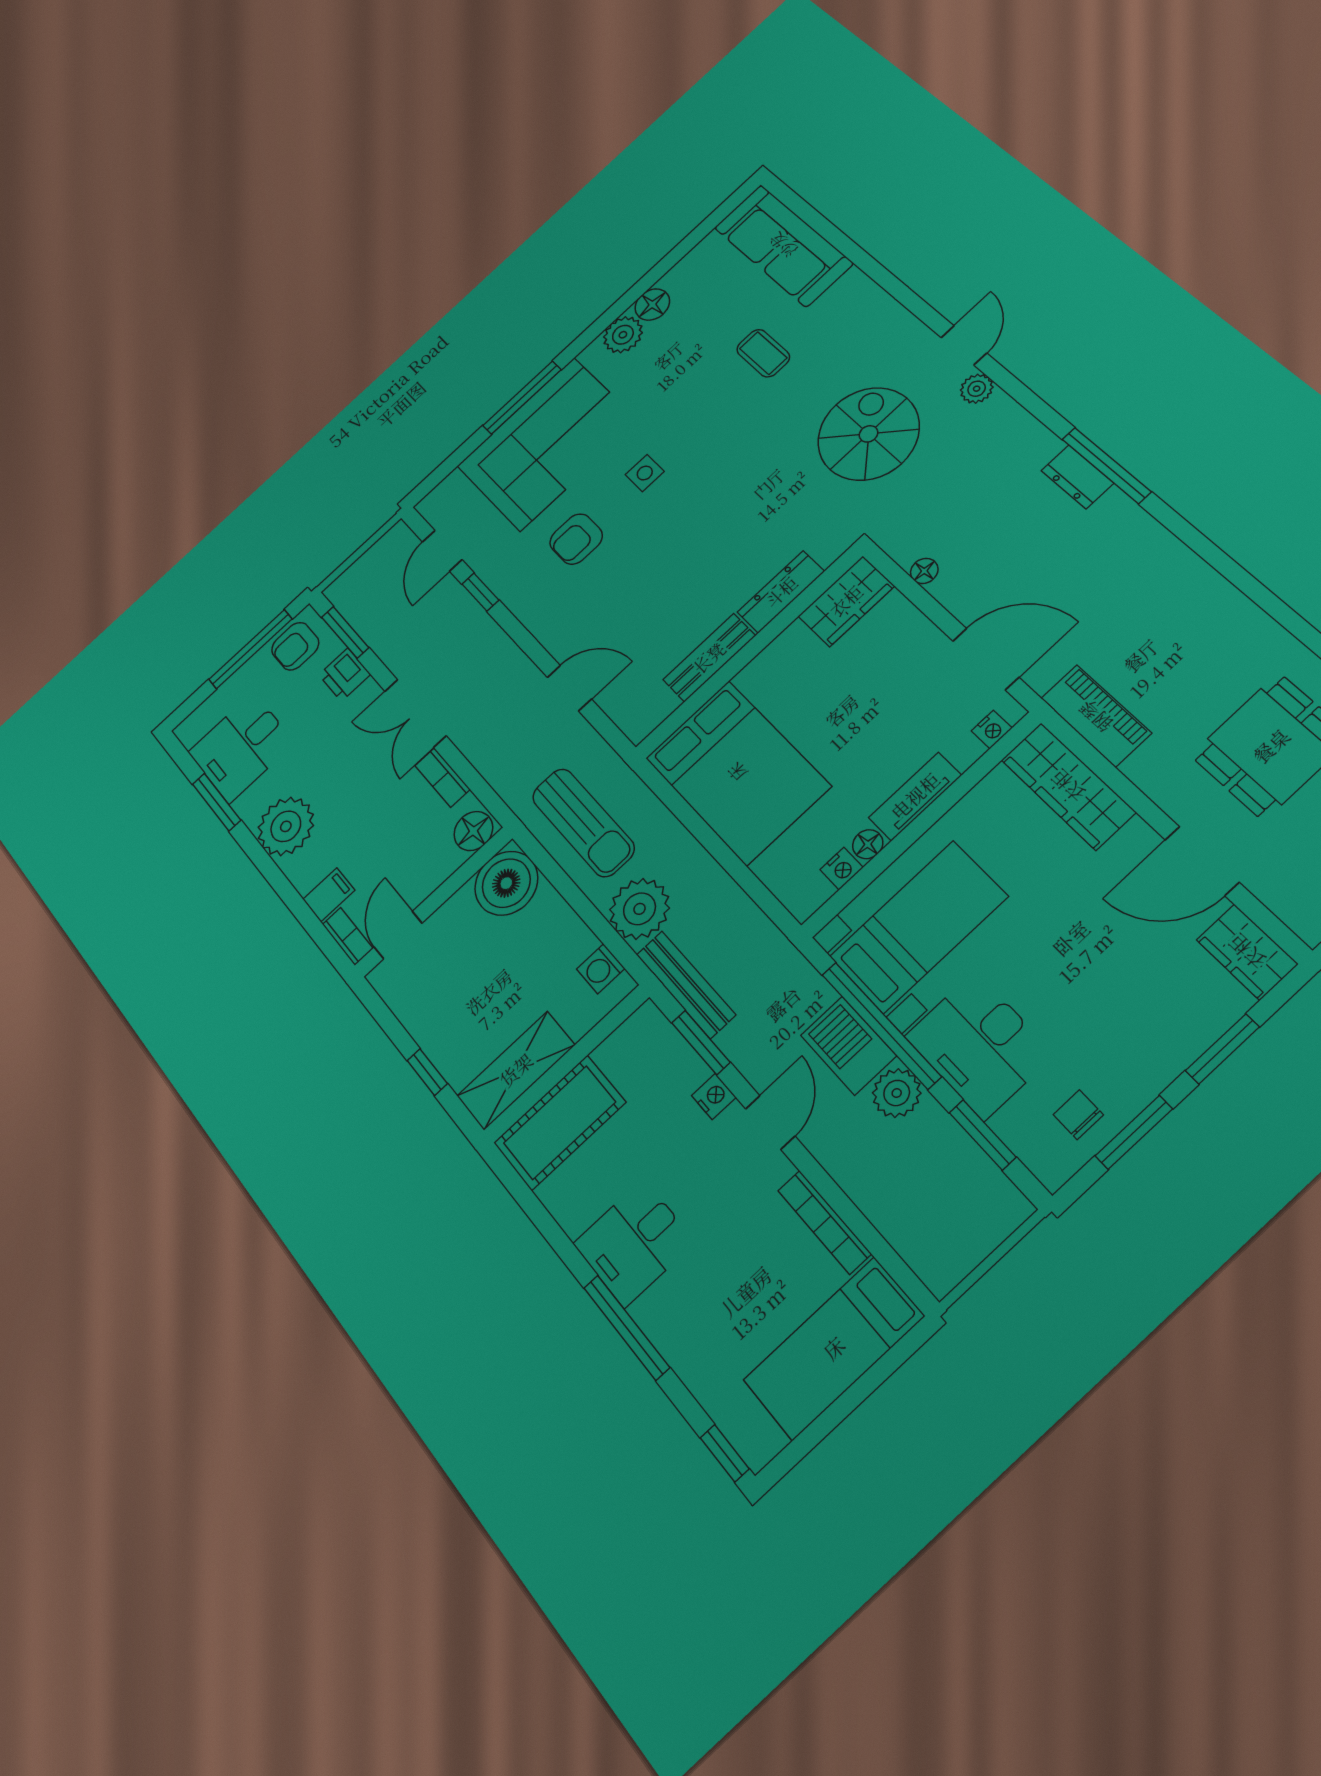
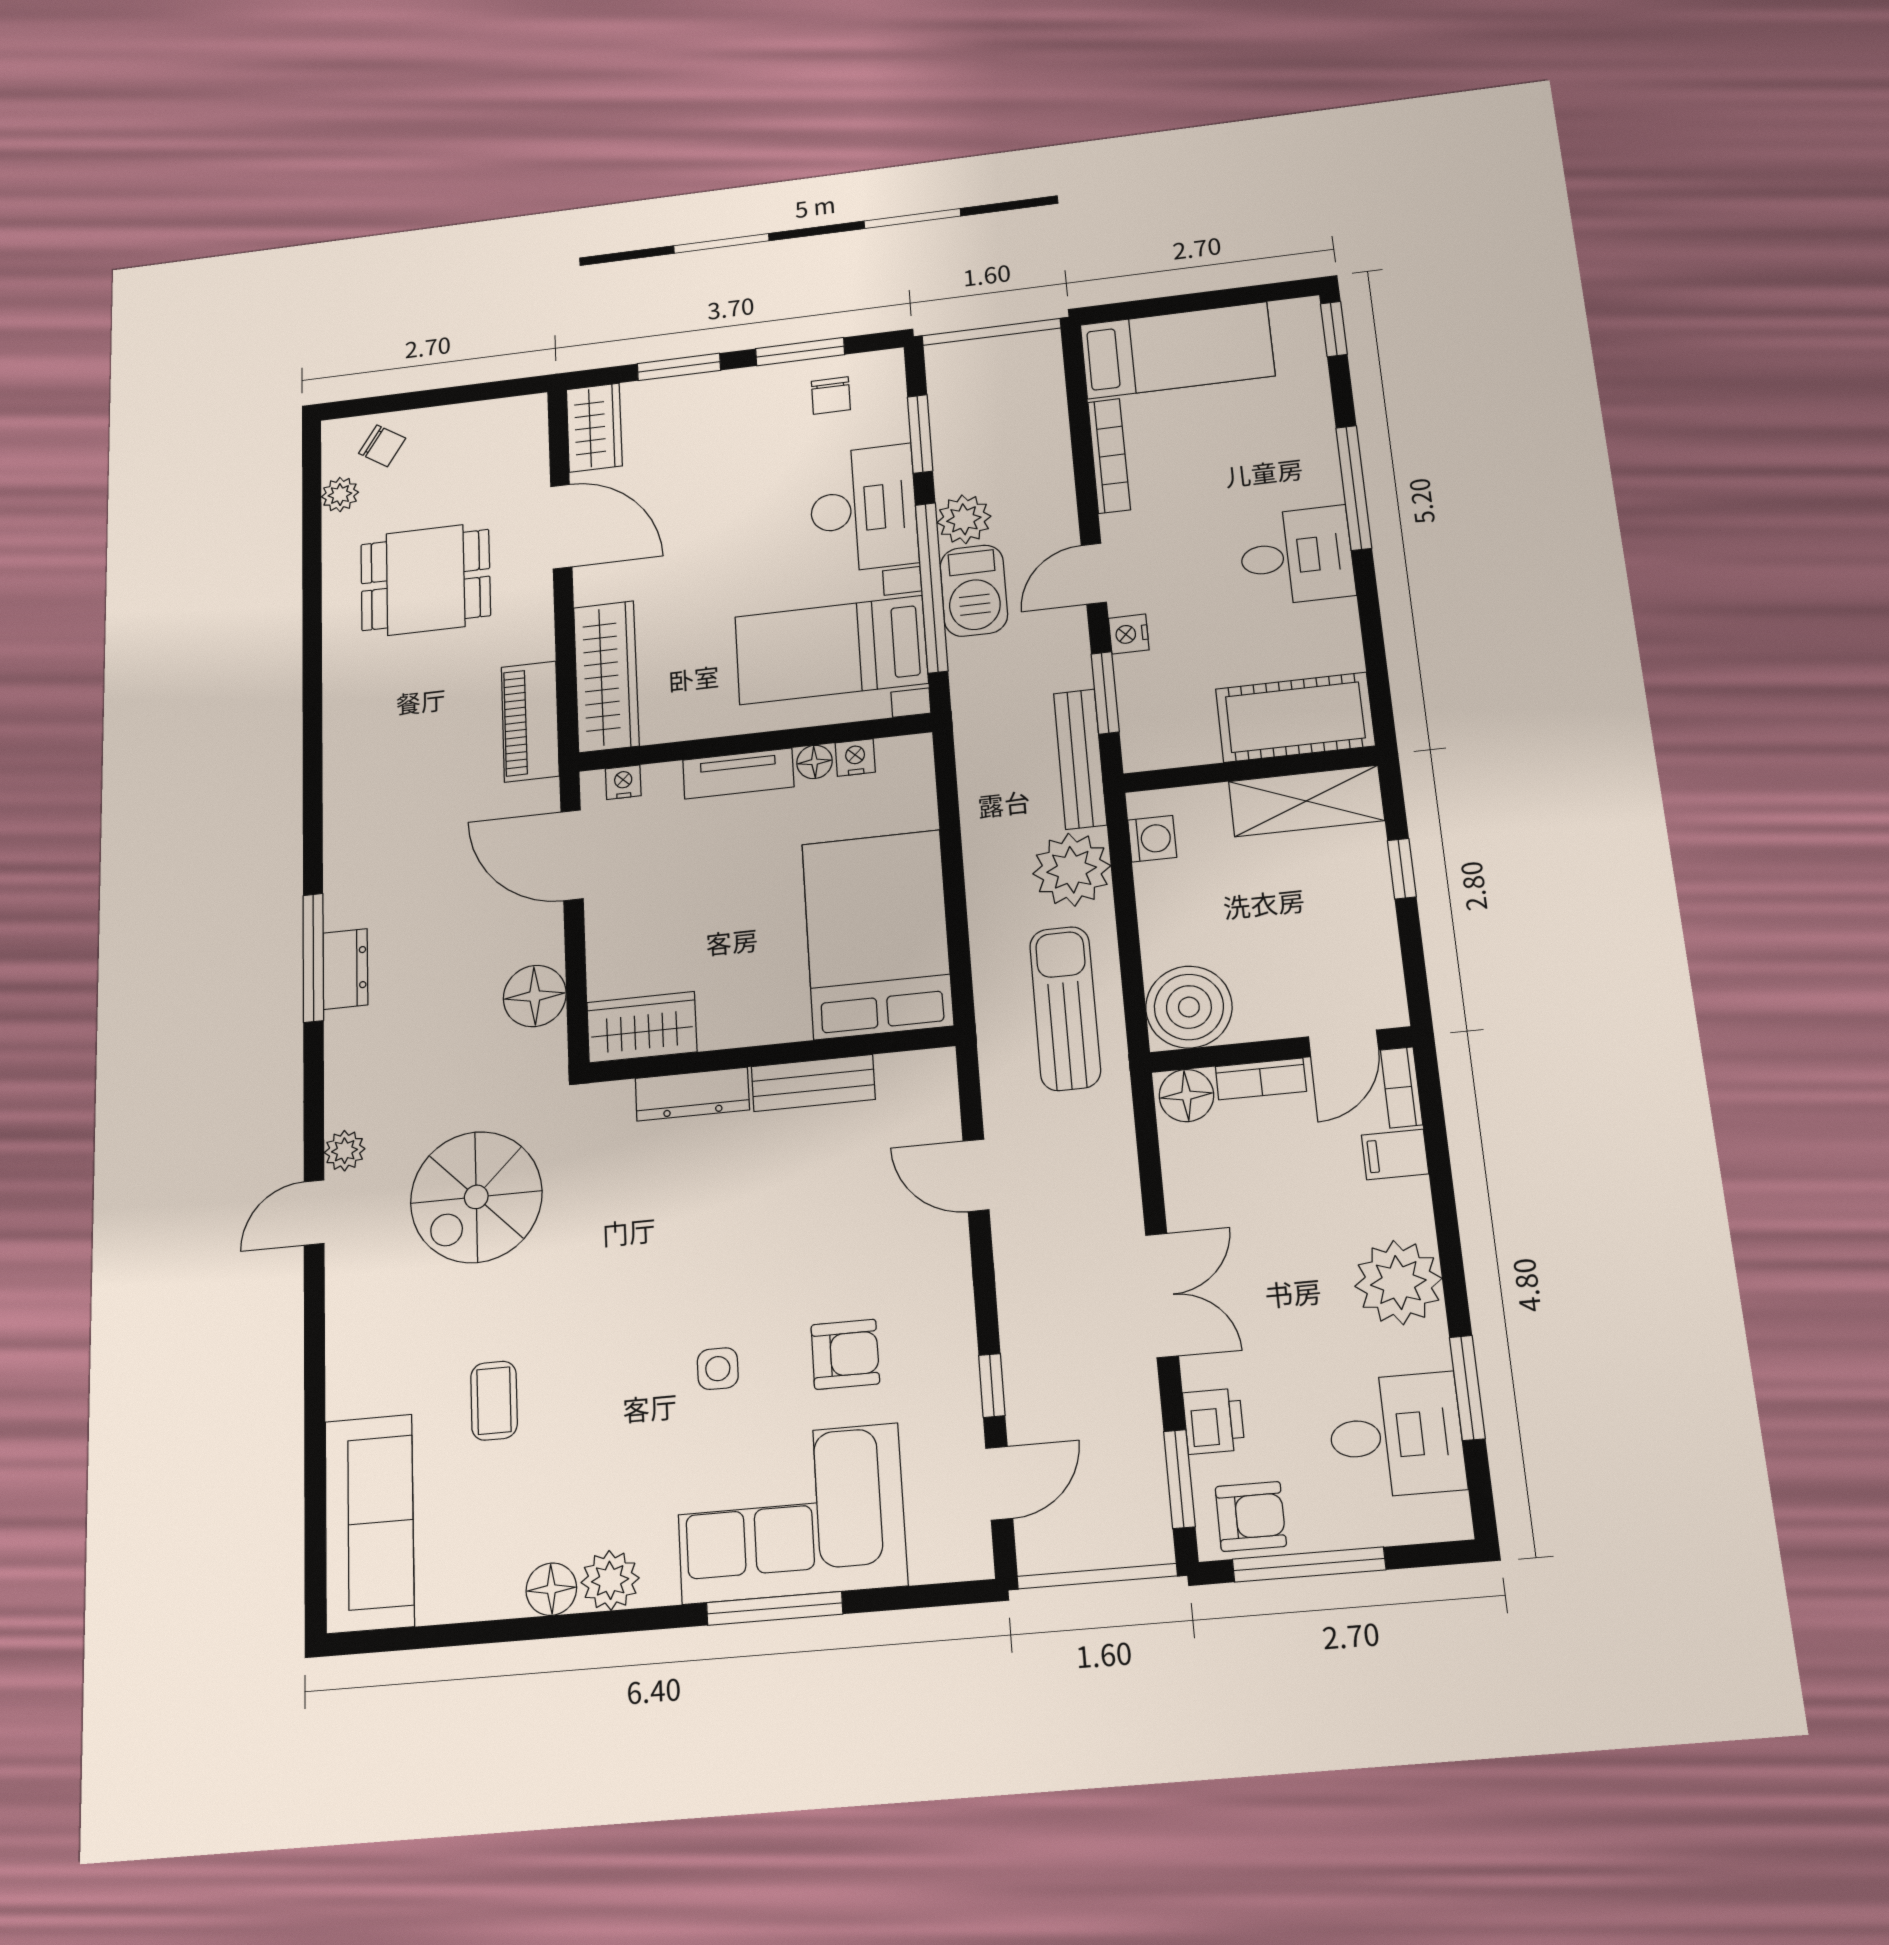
floor lamp: (924, 571) -> (535, 996), width x1.89, depth x1.89
bookcase: (442, 778) -> (1261, 1079), moved, turned 90

